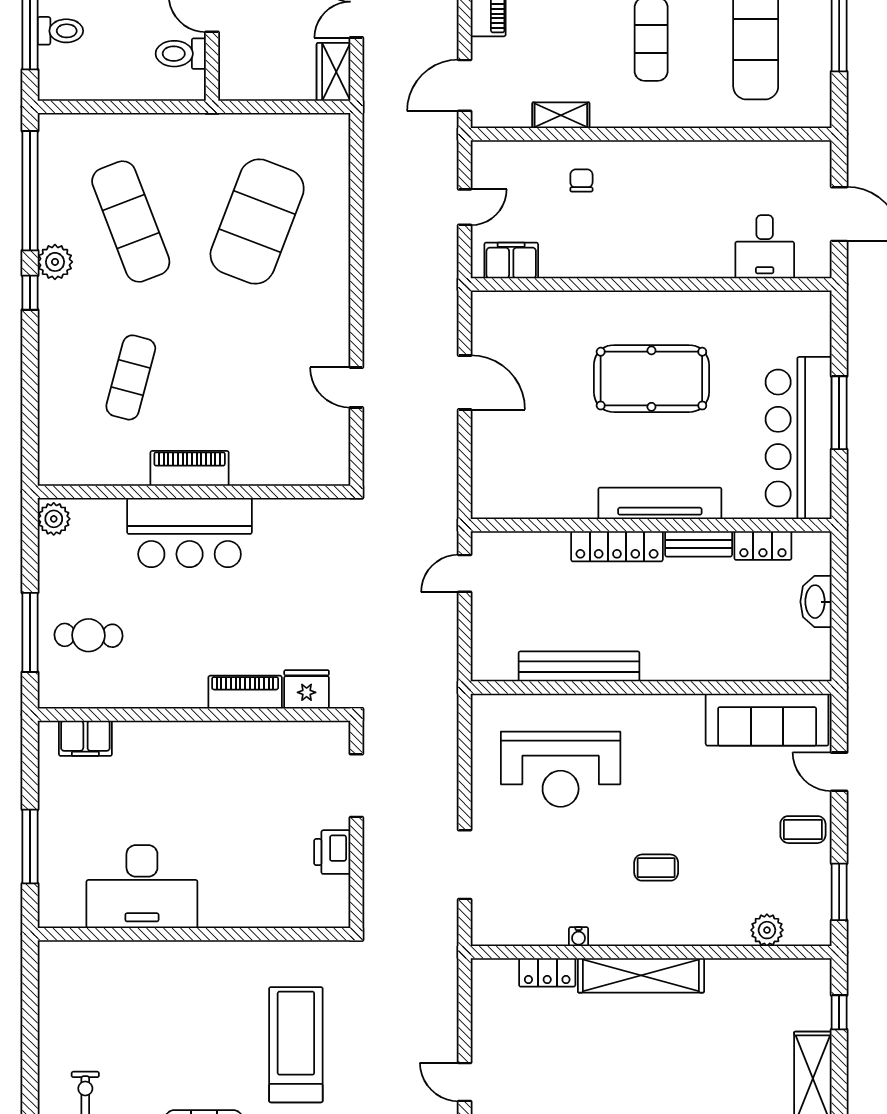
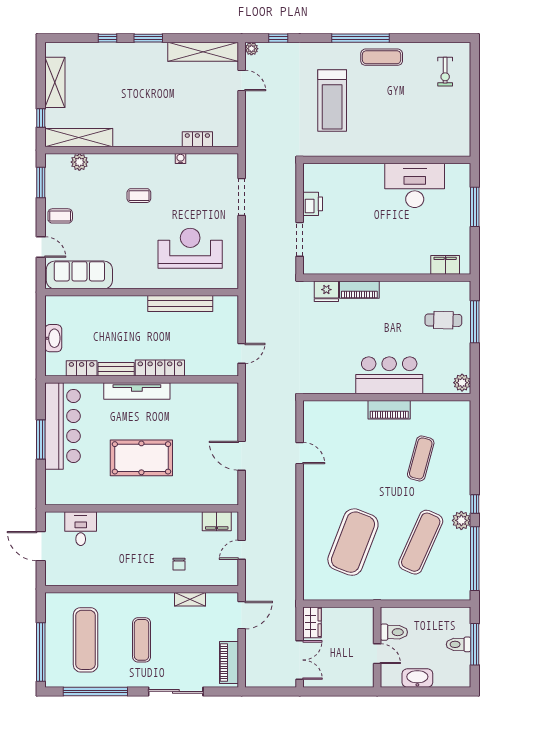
exercise mat: (131, 222) -> (421, 542), turned 45
shelving: (641, 975) -> (79, 138), moved

